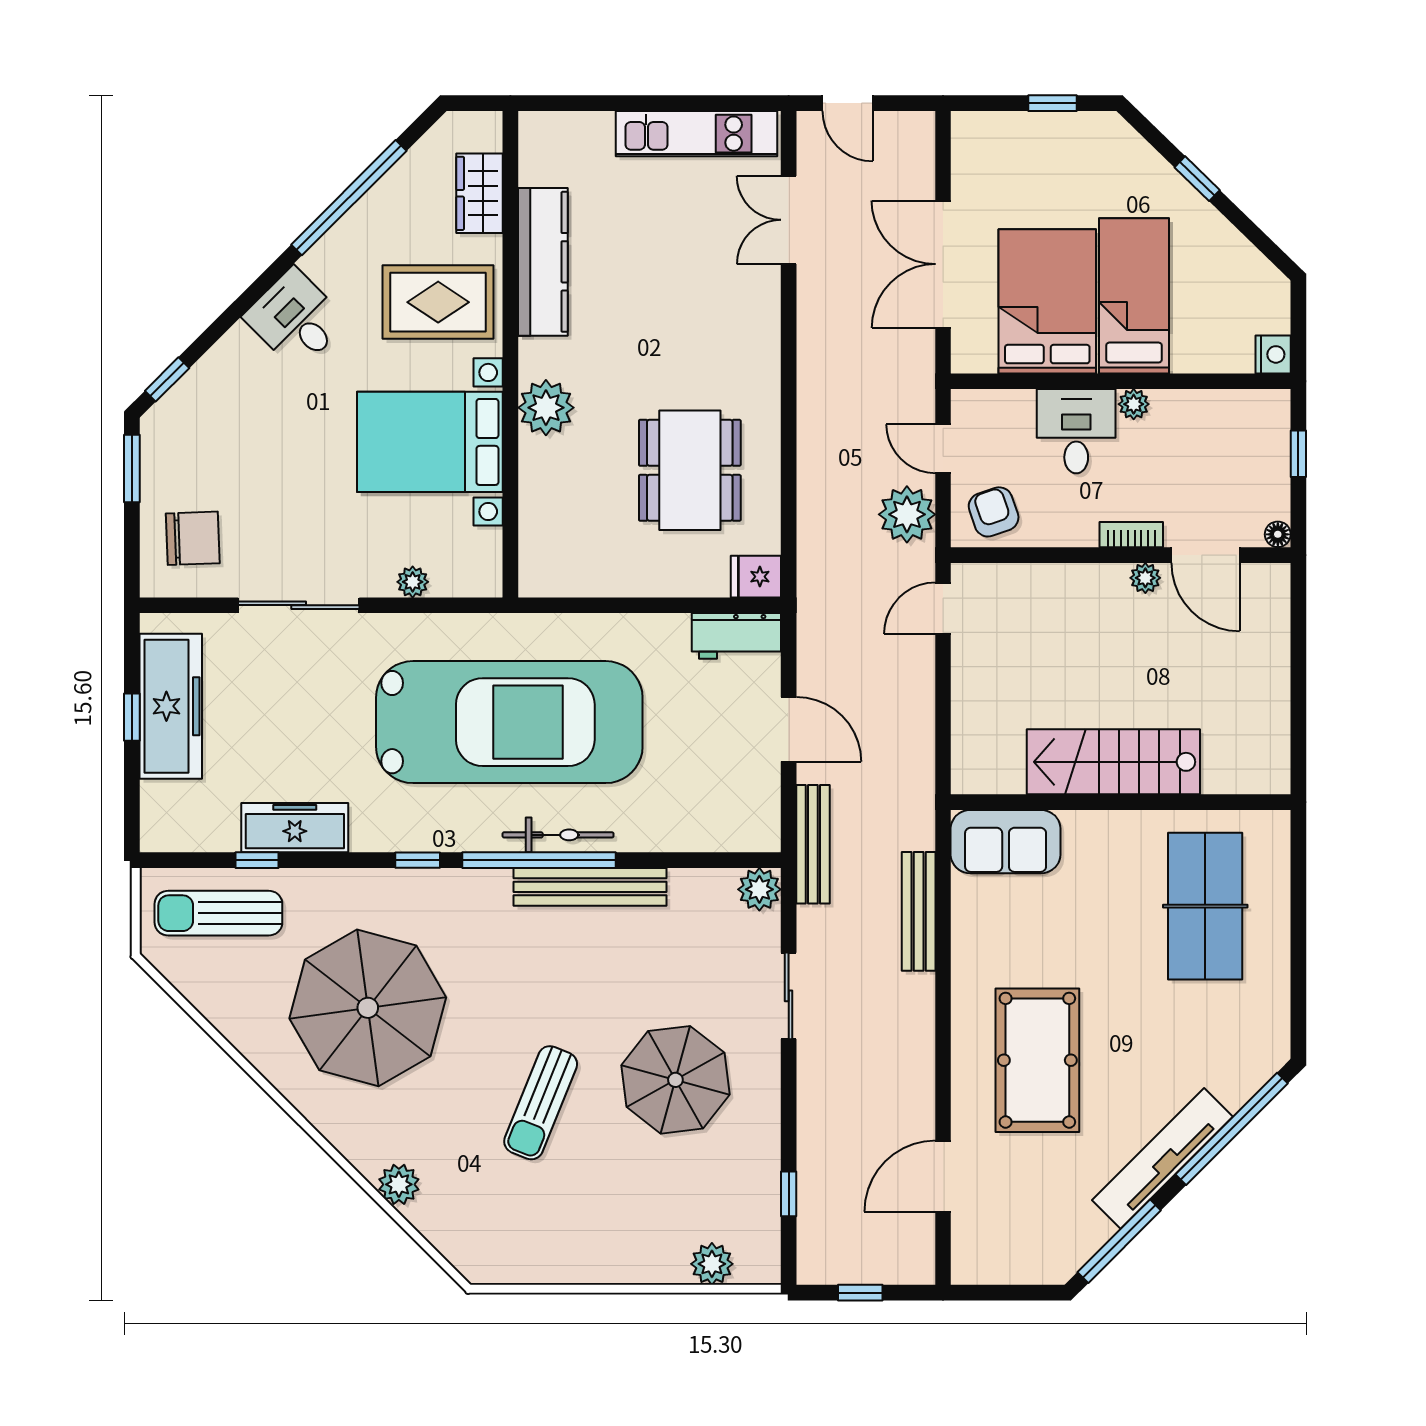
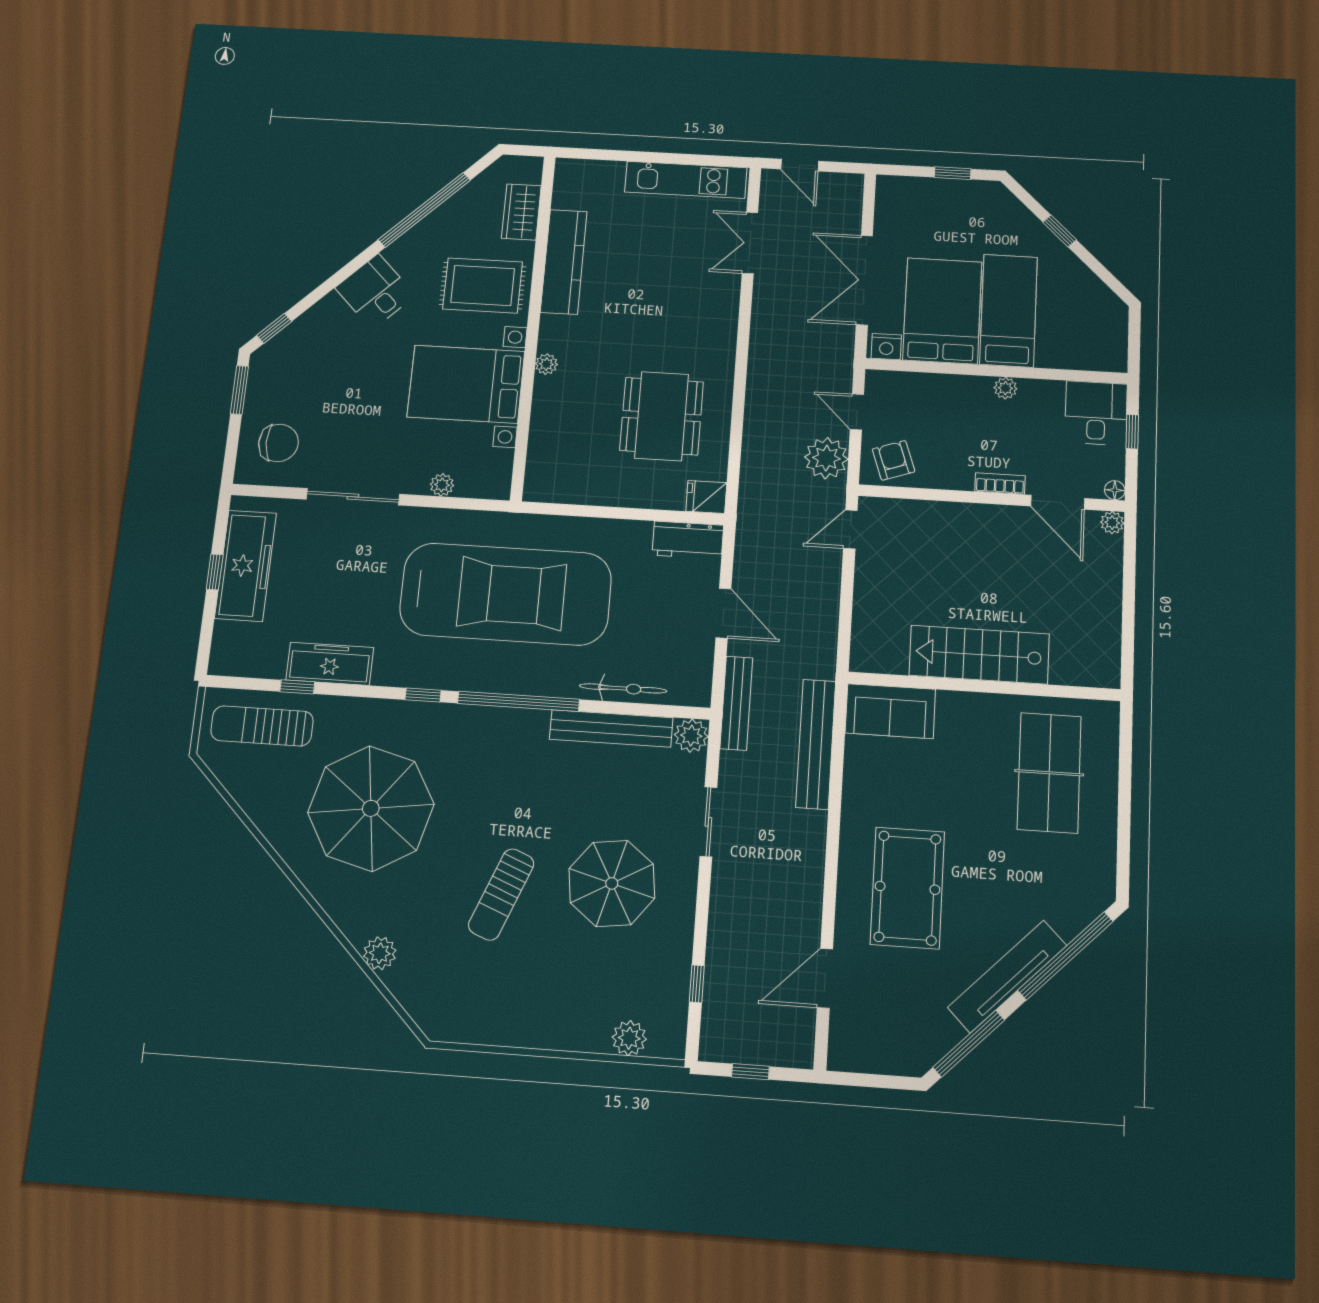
nightstand: (1273, 354) -> (886, 347), moved, turned 90
plant: (546, 408) -> (546, 364), width x0.53, depth x0.53
desk: (1076, 431) -> (1096, 413), moved
plant: (1145, 578) -> (1112, 523), moved
bicycle: (558, 835) -> (623, 688), moved
bench: (590, 887) -> (611, 728), moved
bench: (919, 911) -> (816, 744), width x1.37, depth x1.21

